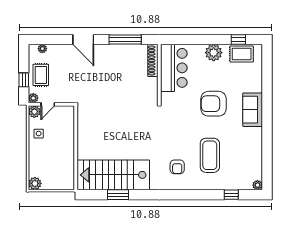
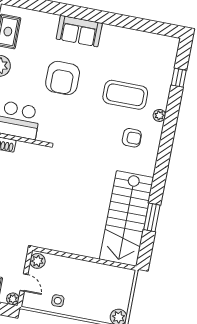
plant: (34, 112) -> (37, 261), moved
plant: (258, 185) -> (159, 115), moved

